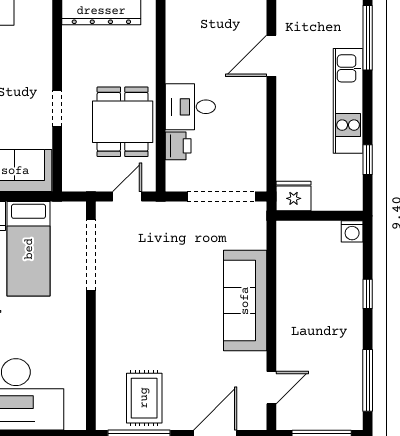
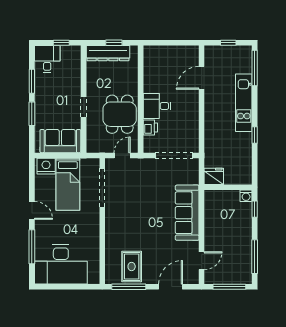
fridge: (294, 196) -> (214, 176), moved
wall: (320, 216) -> (228, 187), moved
washing machine: (352, 231) -> (246, 196), moved

